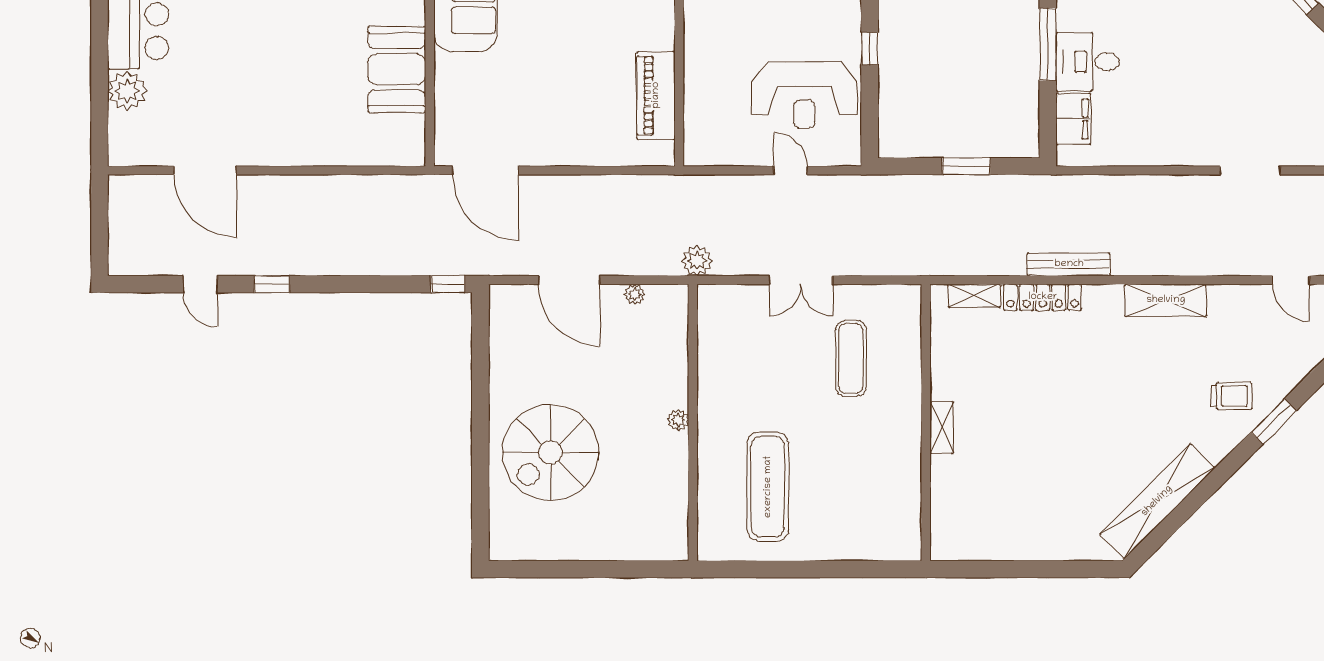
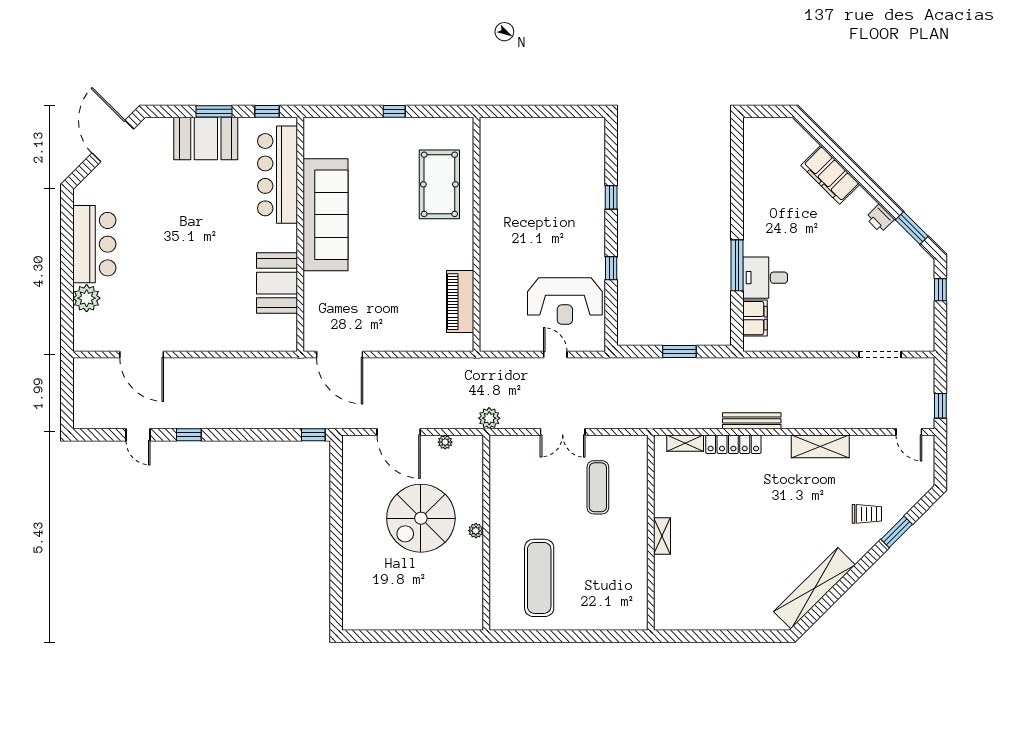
spiral stairs: (550, 452) -> (421, 518), moved

